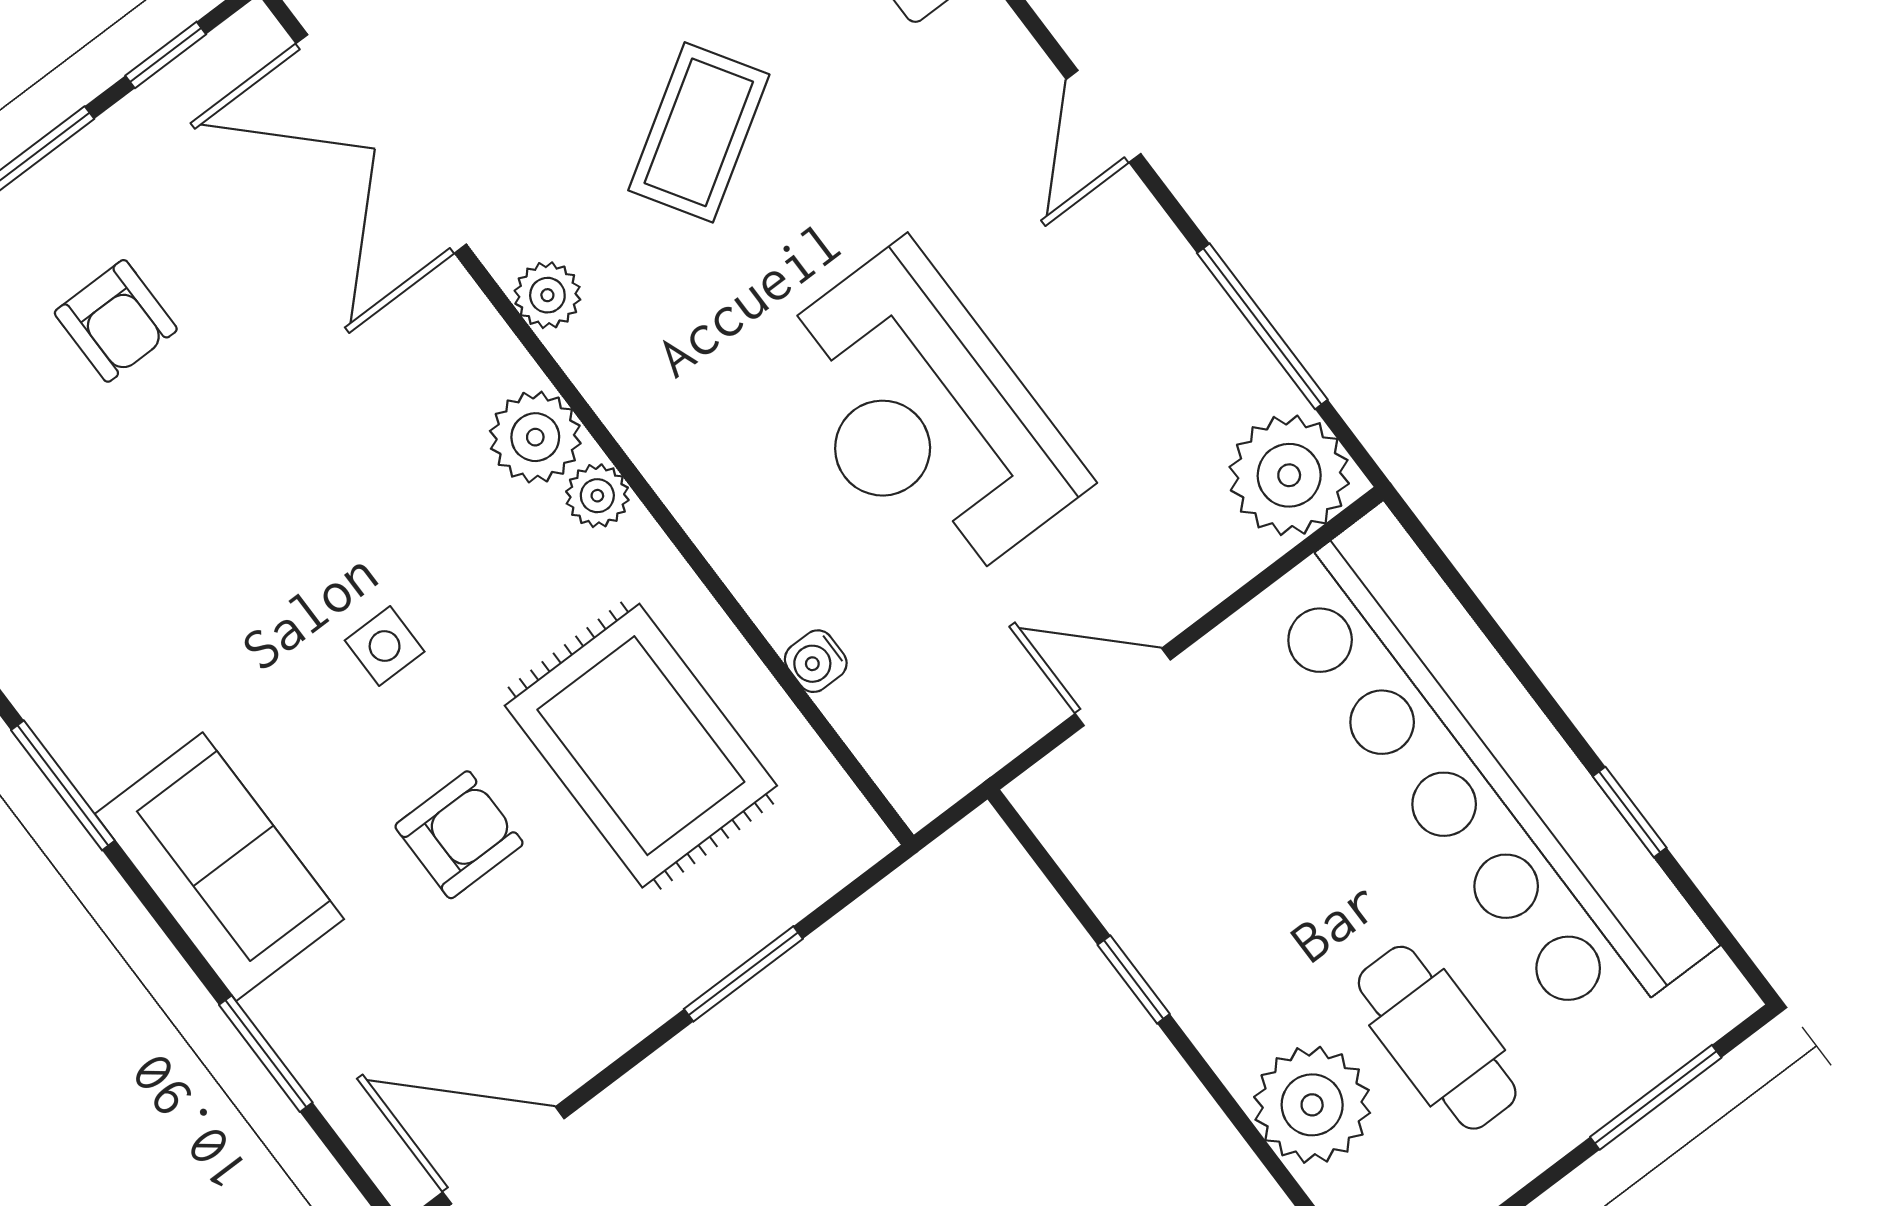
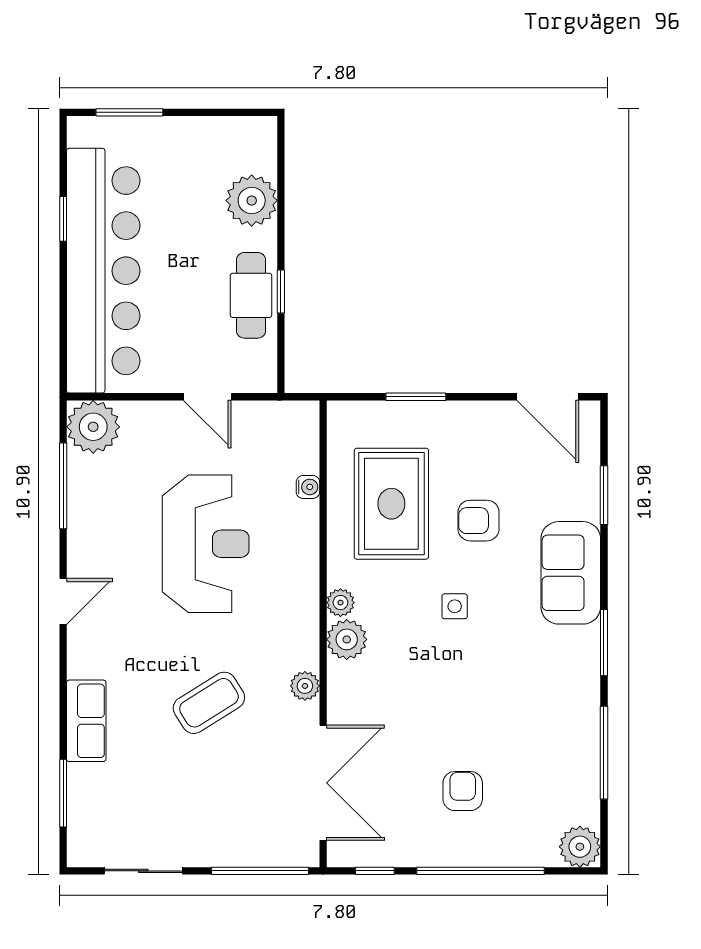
cafe table: (1437, 1038) -> (251, 295), moved

